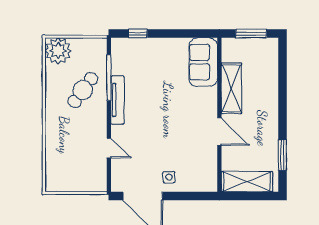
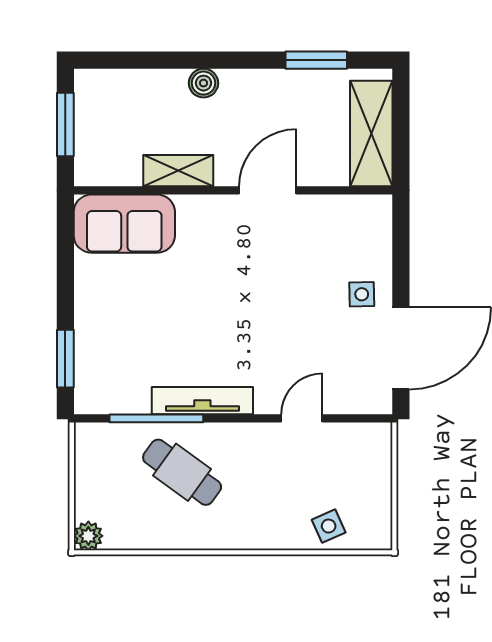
window: (138, 34) -> (65, 359), width x1.50
plant: (58, 51) -> (88, 536), width x0.53, depth x0.53
shelving: (231, 88) -> (178, 171), width x0.67, depth x0.75
boiler: (271, 100) -> (203, 83), added
side table: (57, 161) -> (329, 526), added

